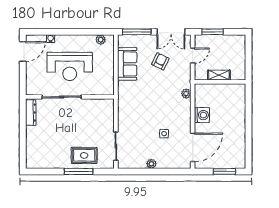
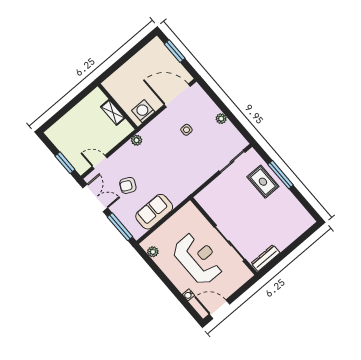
shelving: (219, 75) -> (113, 112), moved
wall: (220, 82) -> (118, 106), moved

